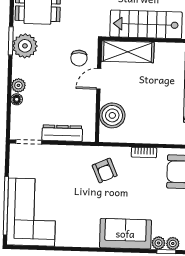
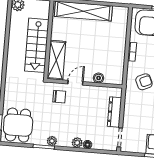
plant: (25, 46) -> (52, 141), width x0.53, depth x0.53
door: (99, 79) -> (75, 83), swing flipped
boiler: (112, 115) -> (99, 78), width x0.54, depth x0.54

